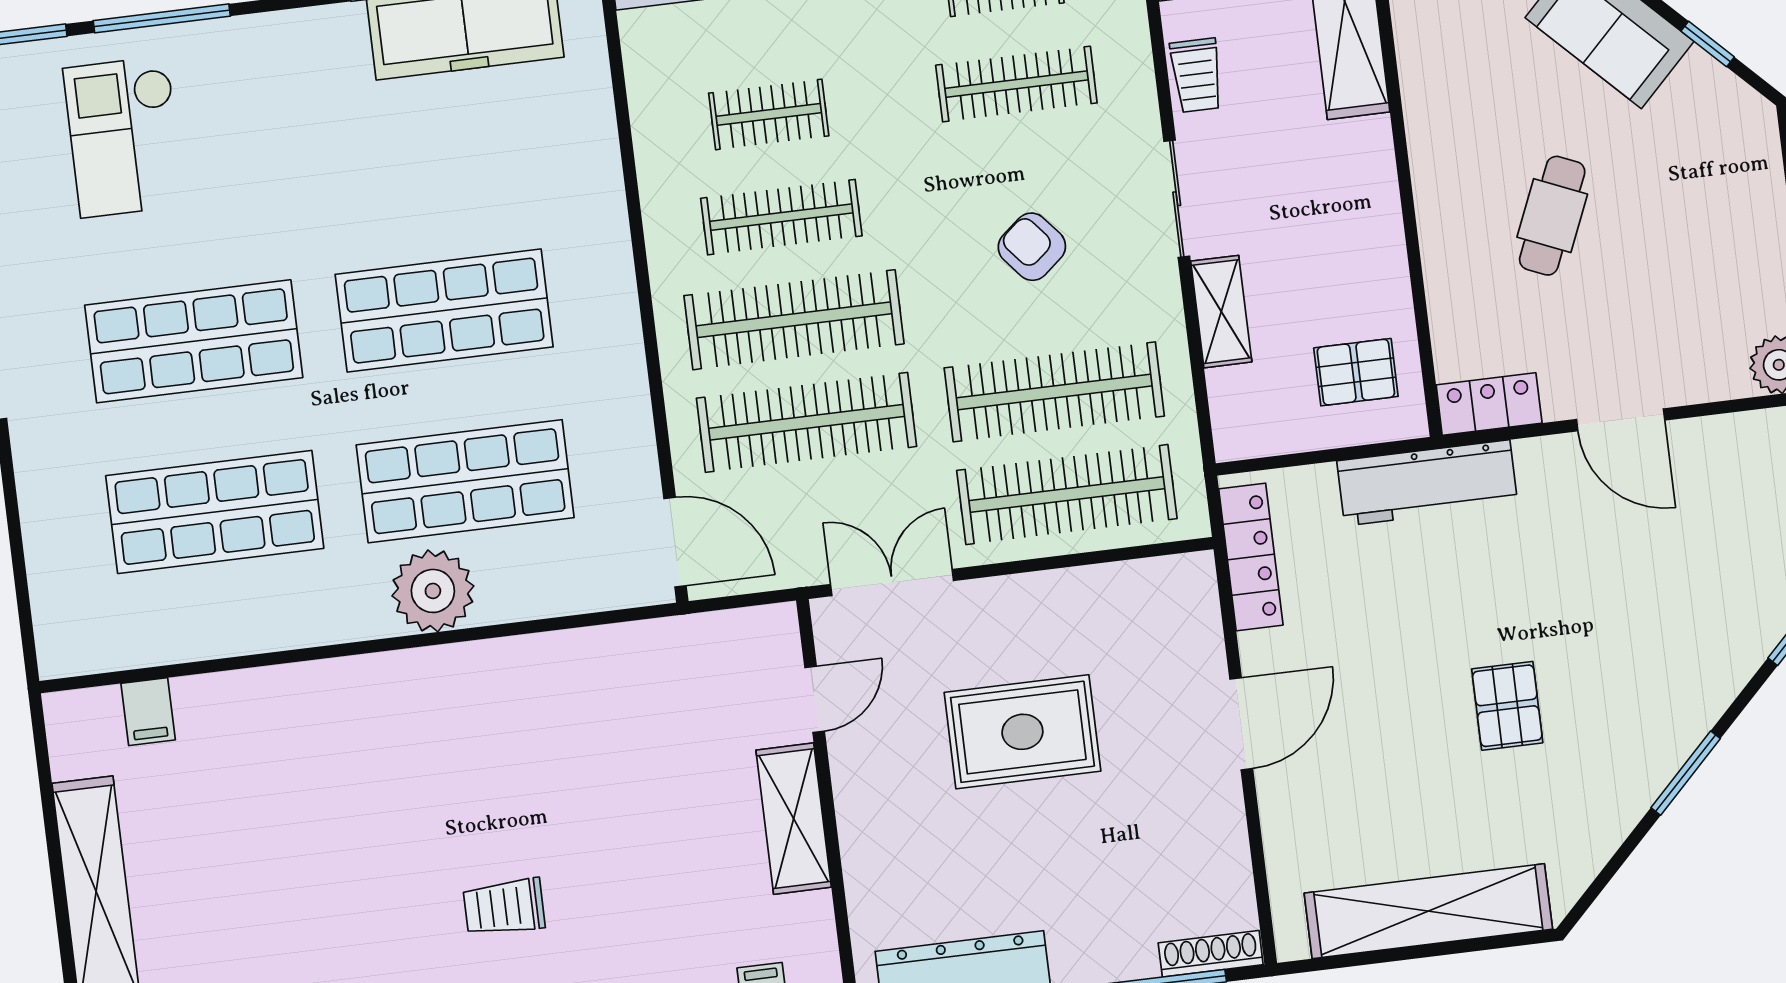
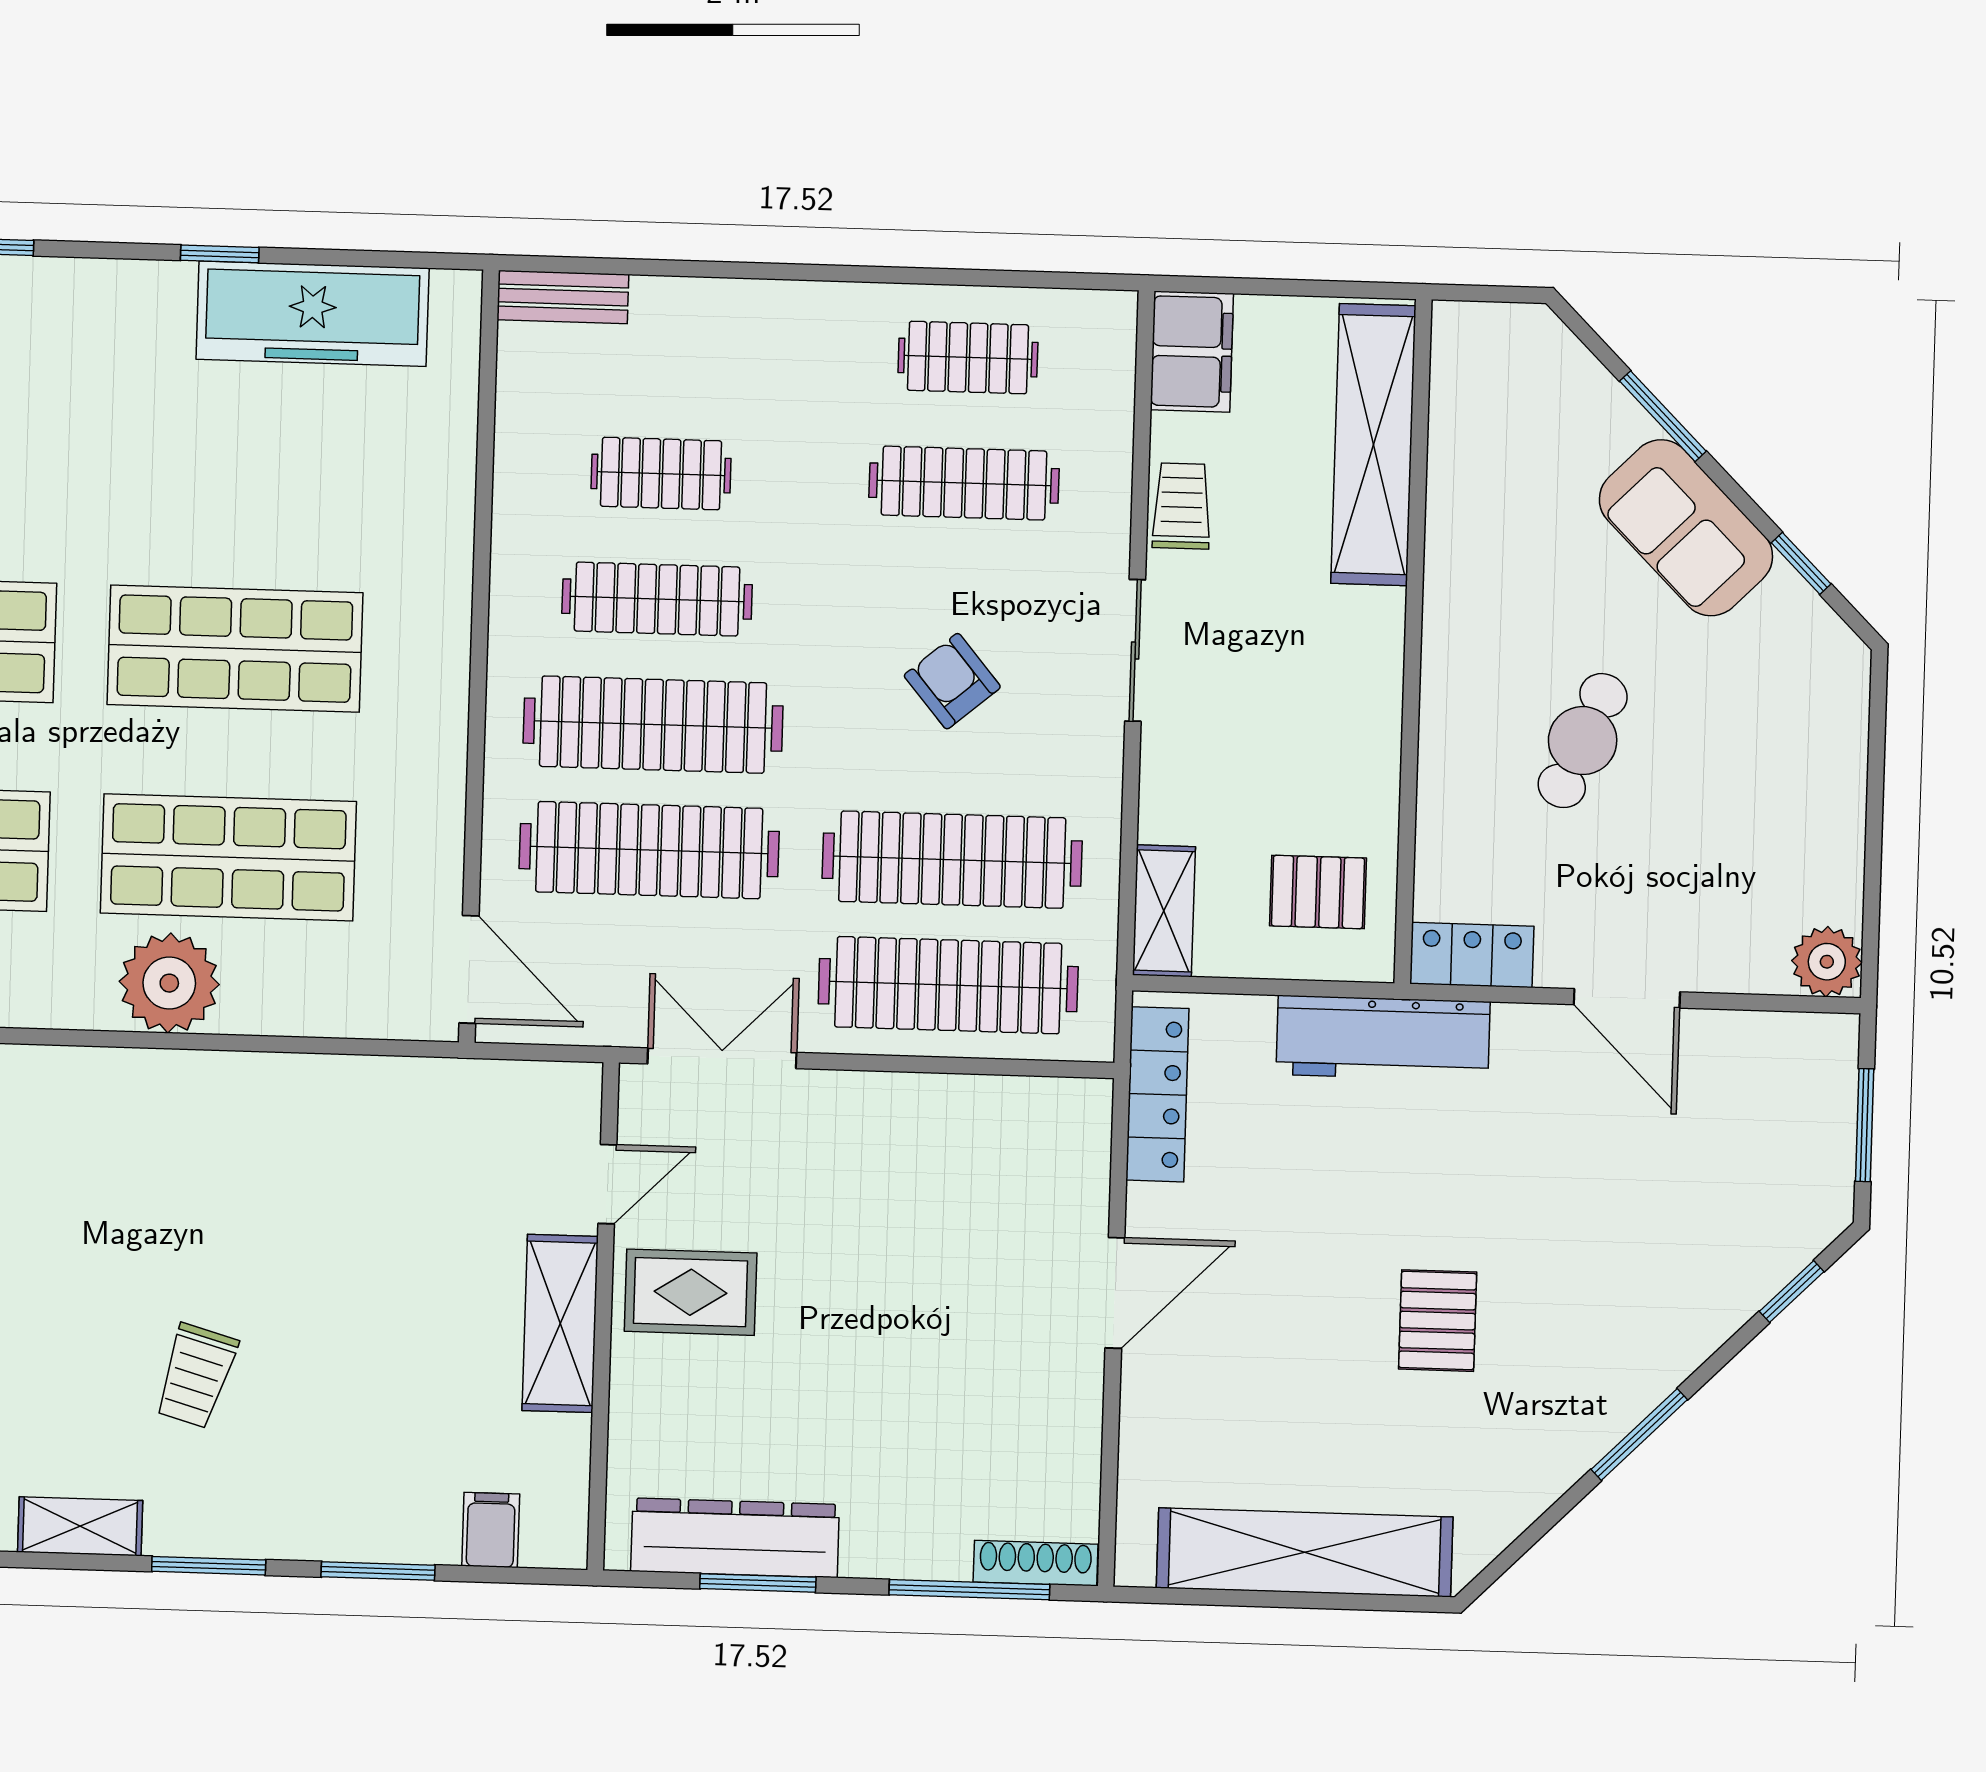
trolley: (1196, 75) -> (1182, 506), turned 180
shelving: (1221, 312) -> (1164, 911), moved
rug: (1022, 732) -> (691, 1292), moved, width x0.73, depth x0.70
trolley: (504, 907) -> (196, 1376), turned -74

